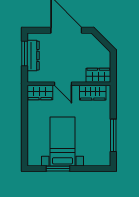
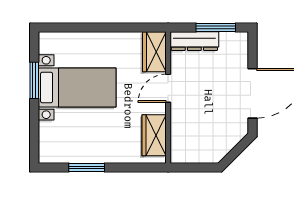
dresser: (33, 56) -> (194, 41), moved
wardrobe: (98, 75) -> (181, 144), removed
window: (113, 135) -> (87, 168), width x0.69

